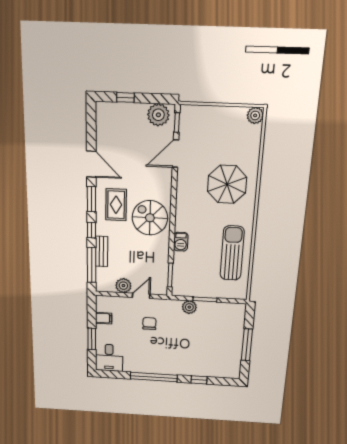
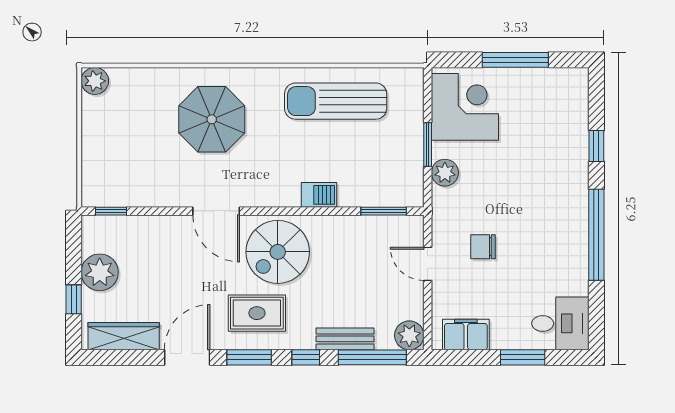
plant: (158, 115) -> (100, 272), moved
wardrobe: (103, 127) -> (124, 336), added
door: (176, 154) -> (216, 211), moved
plant: (123, 286) -> (409, 335), moved
filing cabinet: (104, 318) -> (466, 334), width x2.00
corner desk: (224, 319) -> (465, 107), added

